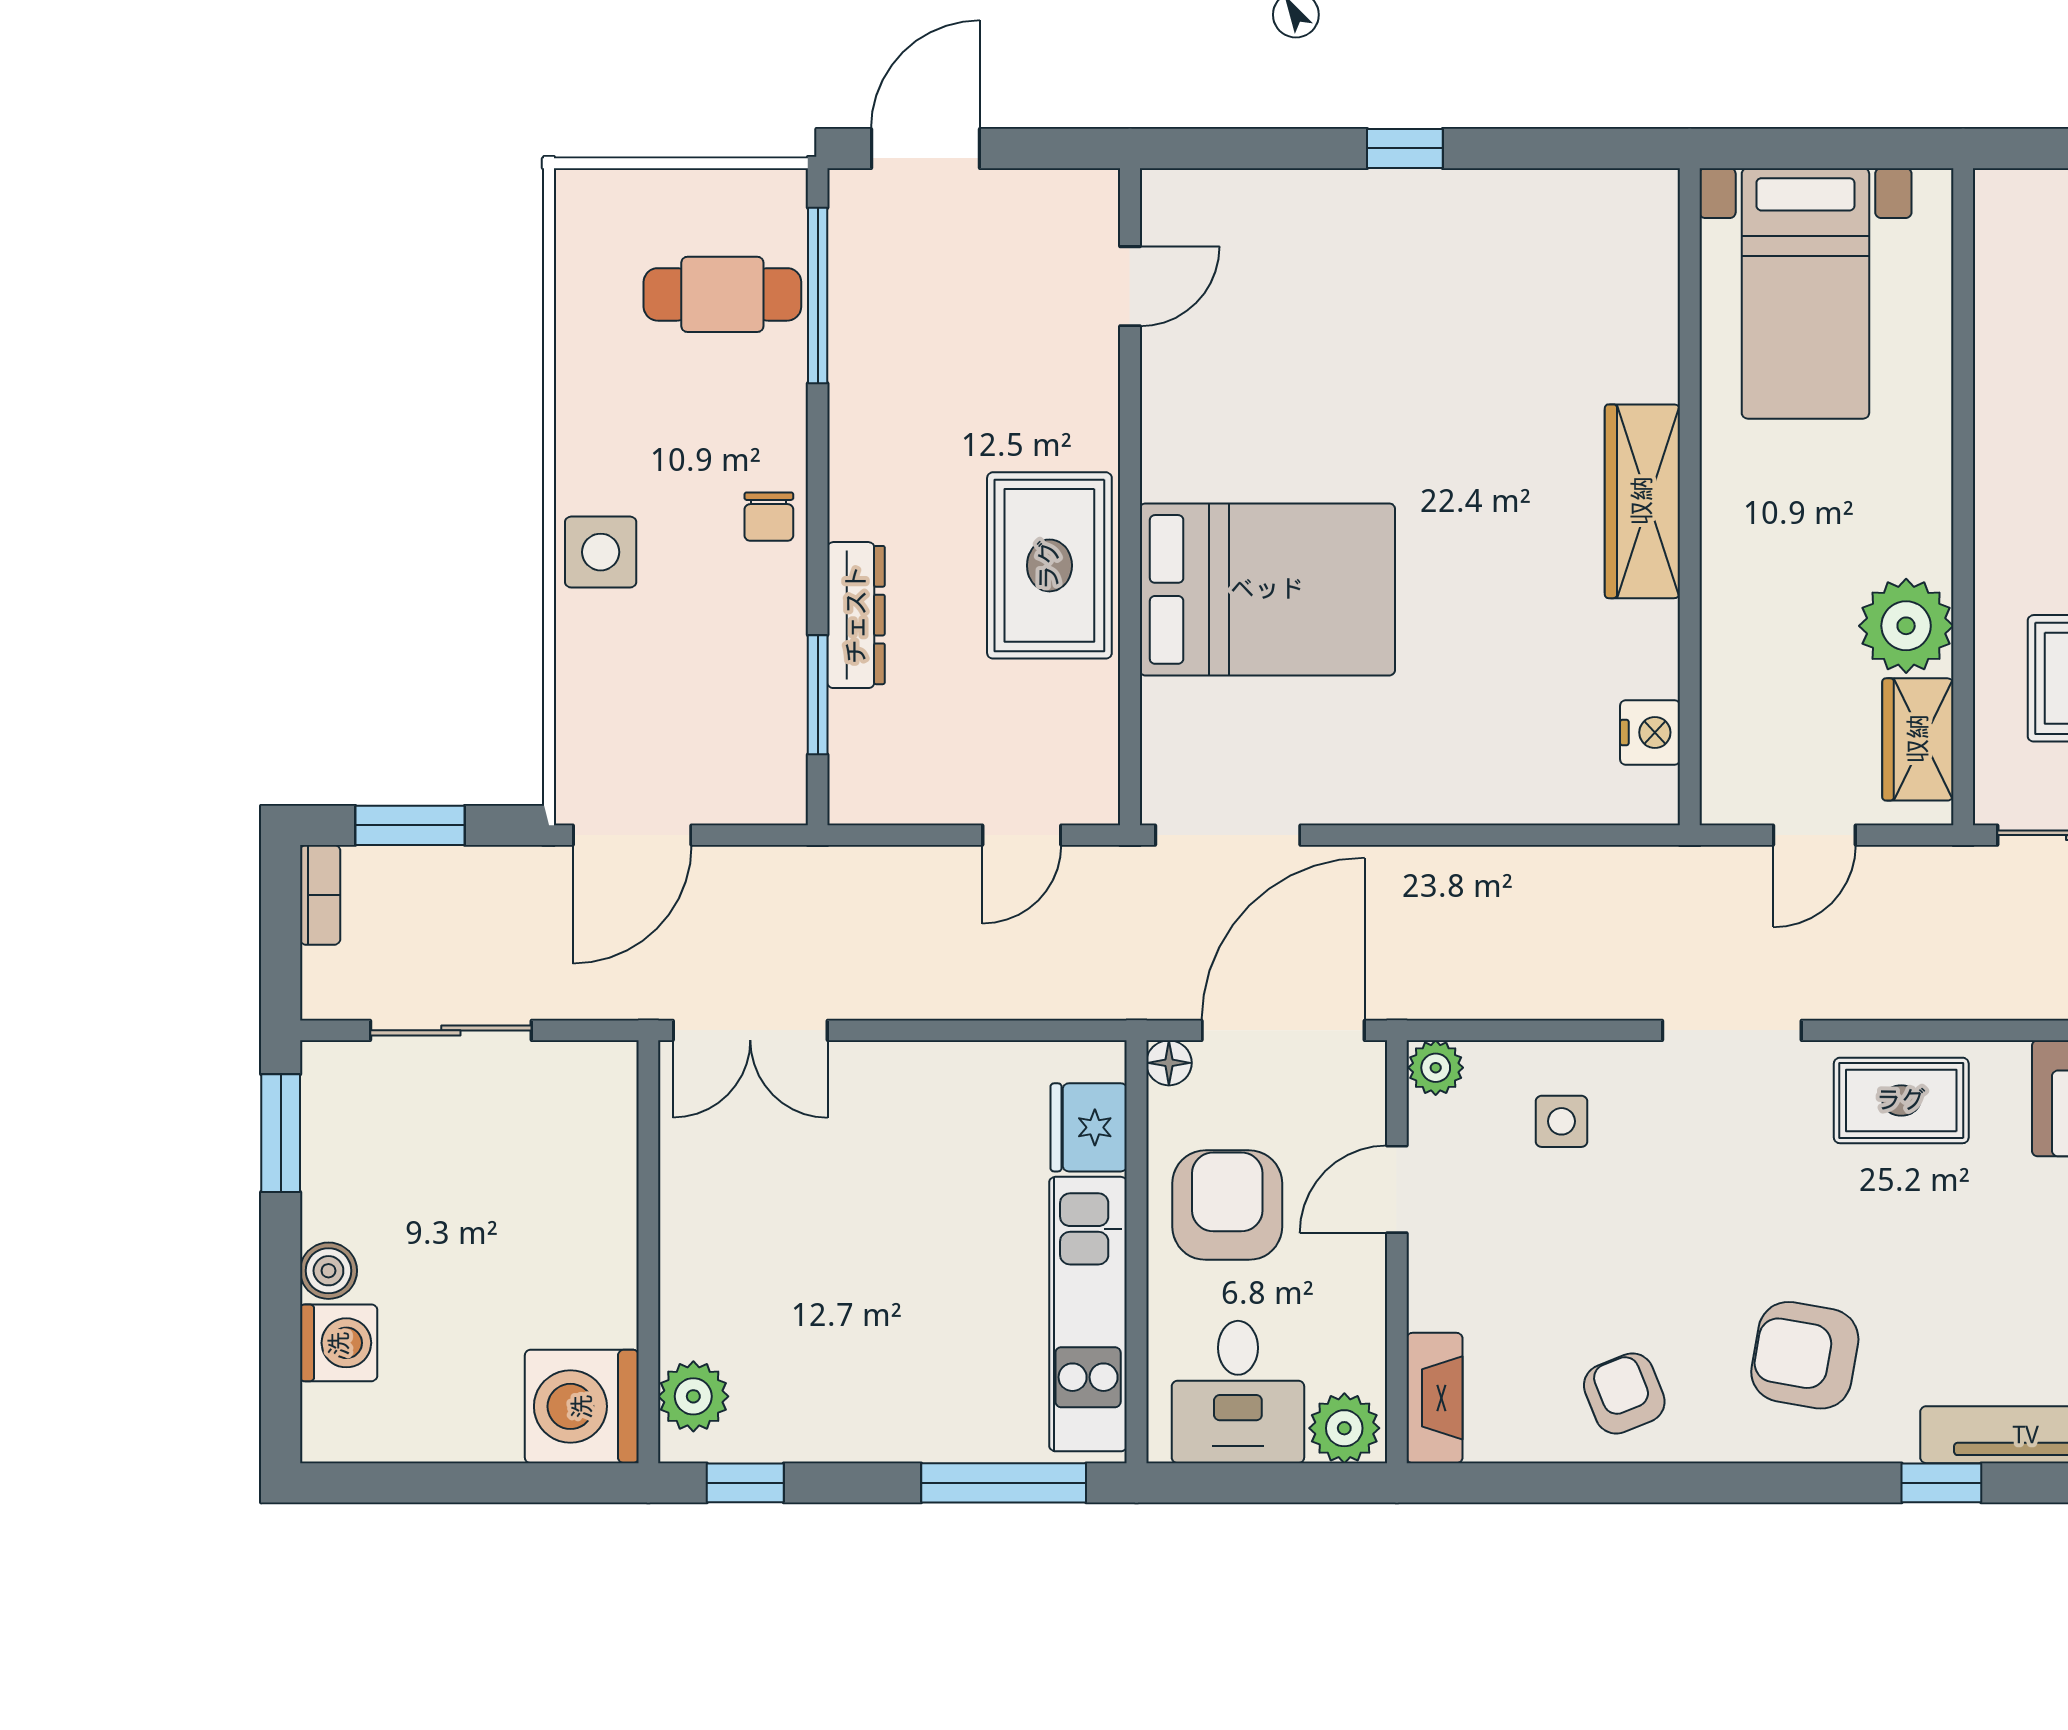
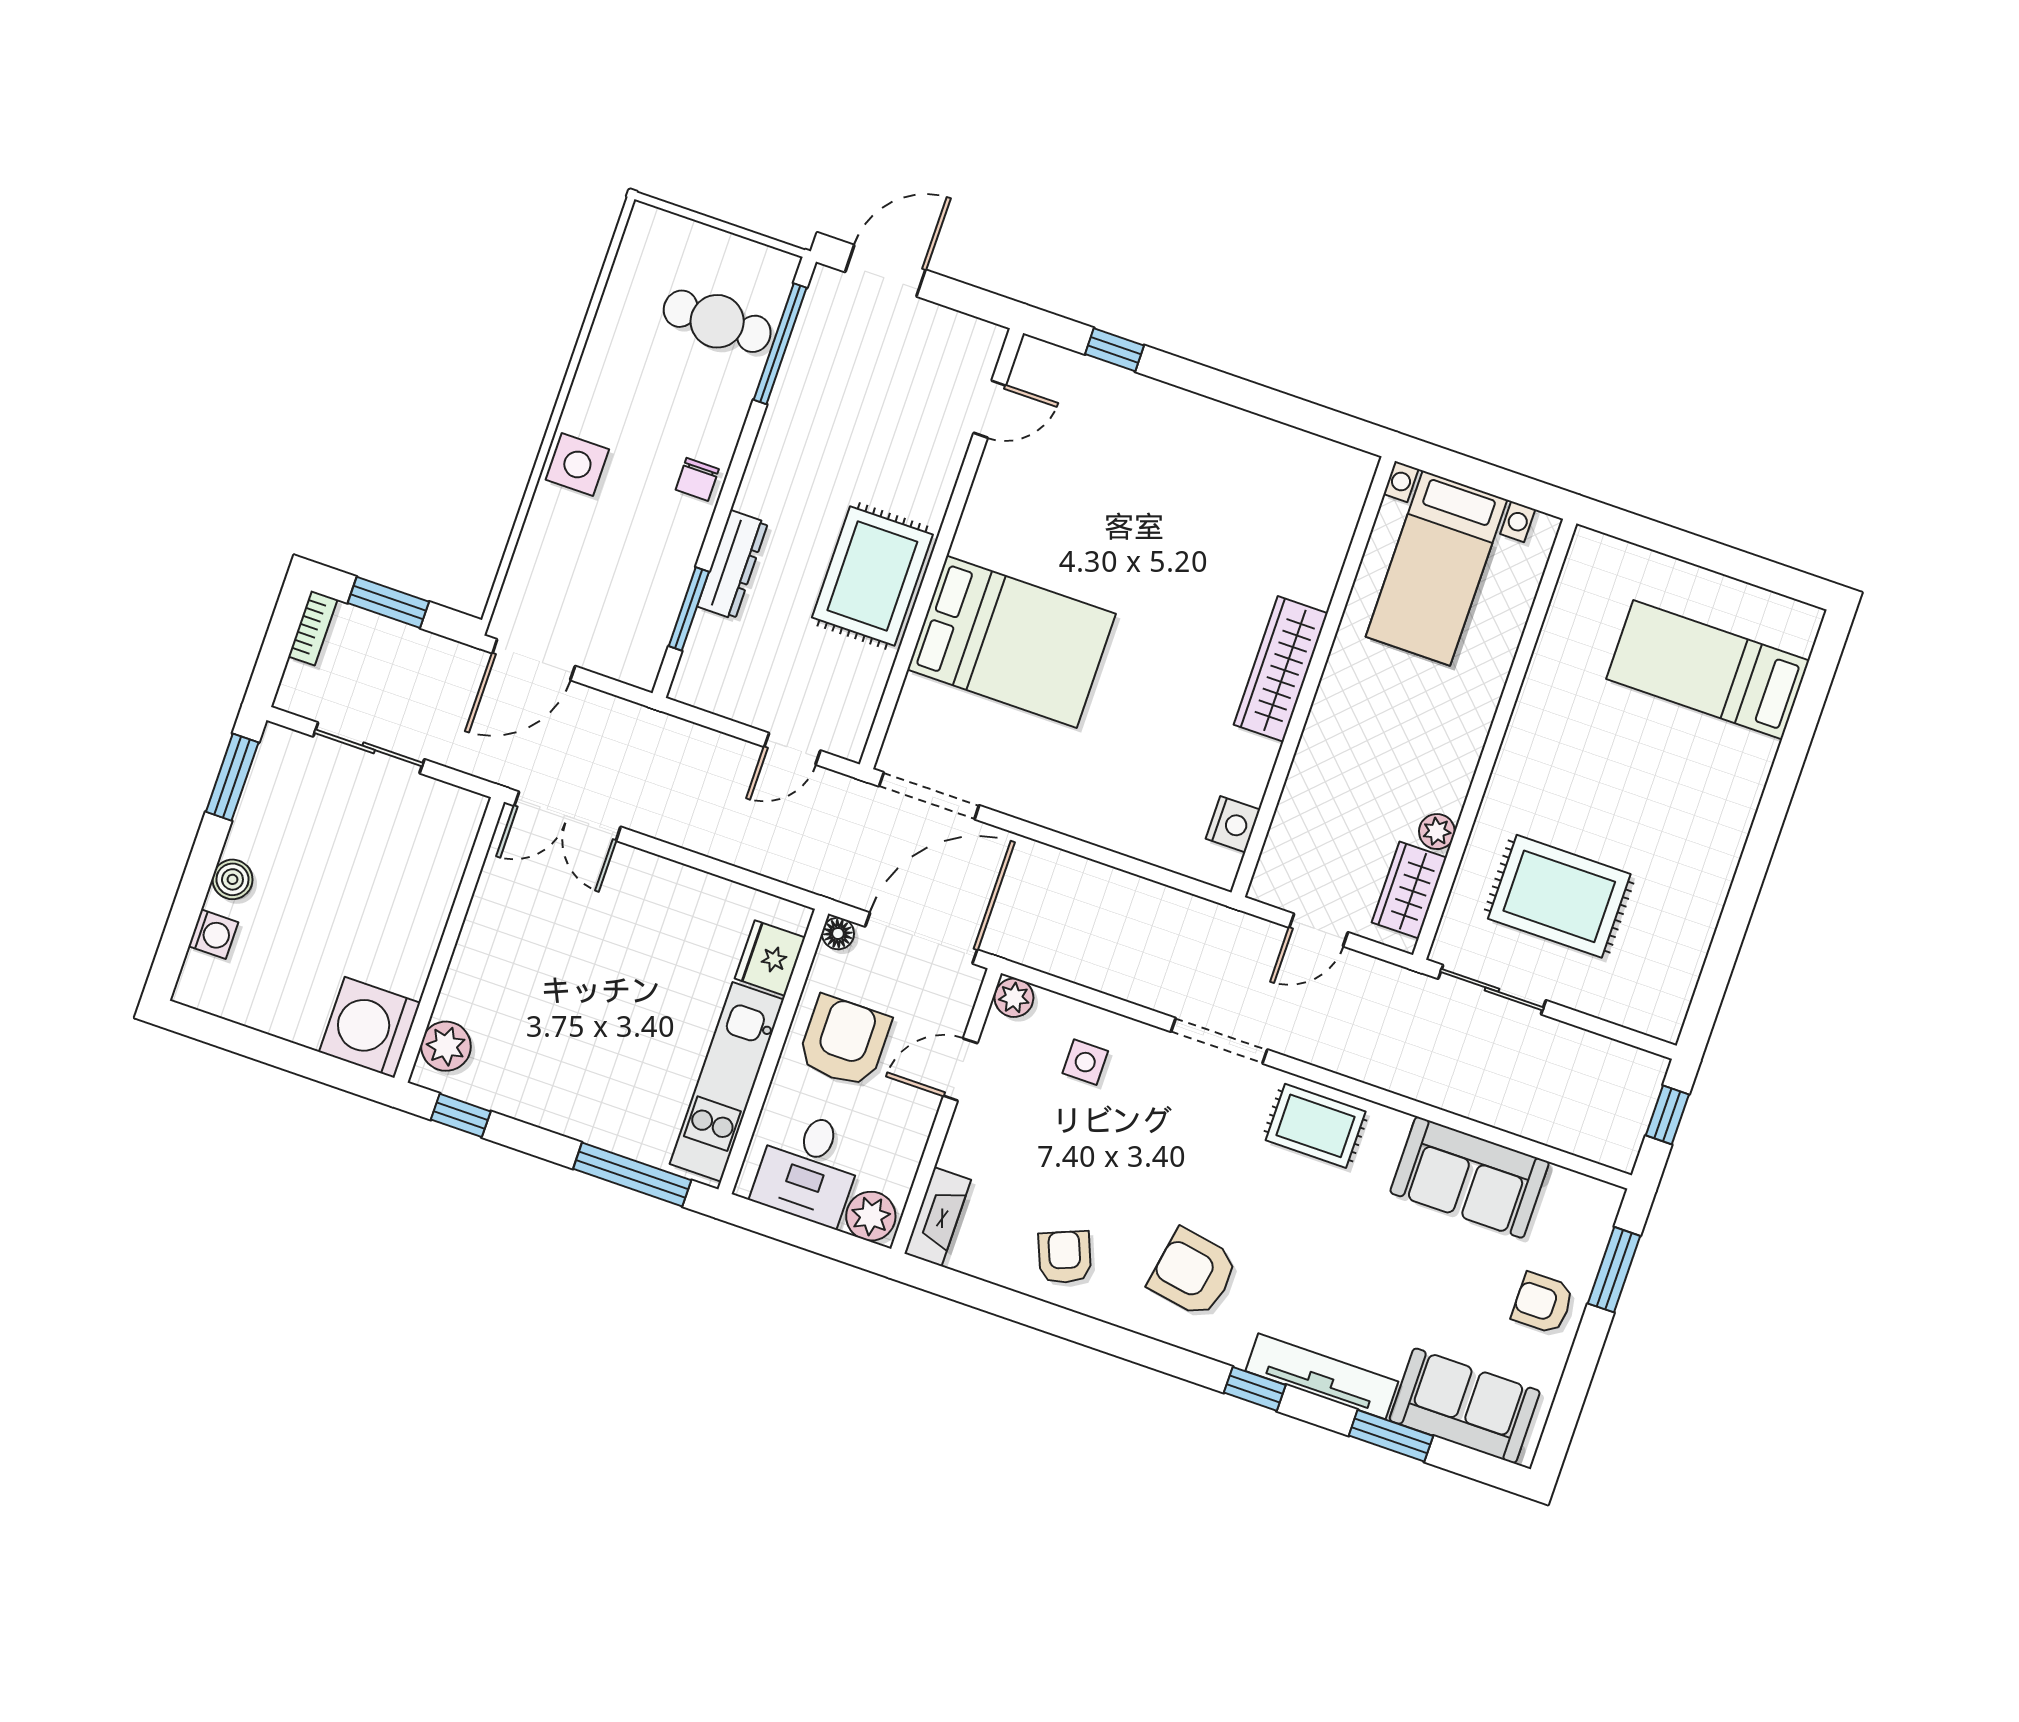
window: (1405, 148) -> (1114, 350), moved
plant: (1906, 626) -> (1437, 832), width x0.53, depth x0.53
washing machine: (339, 1343) -> (213, 934), width x0.73, depth x0.73

